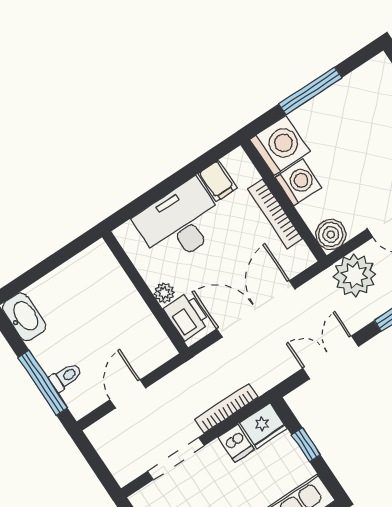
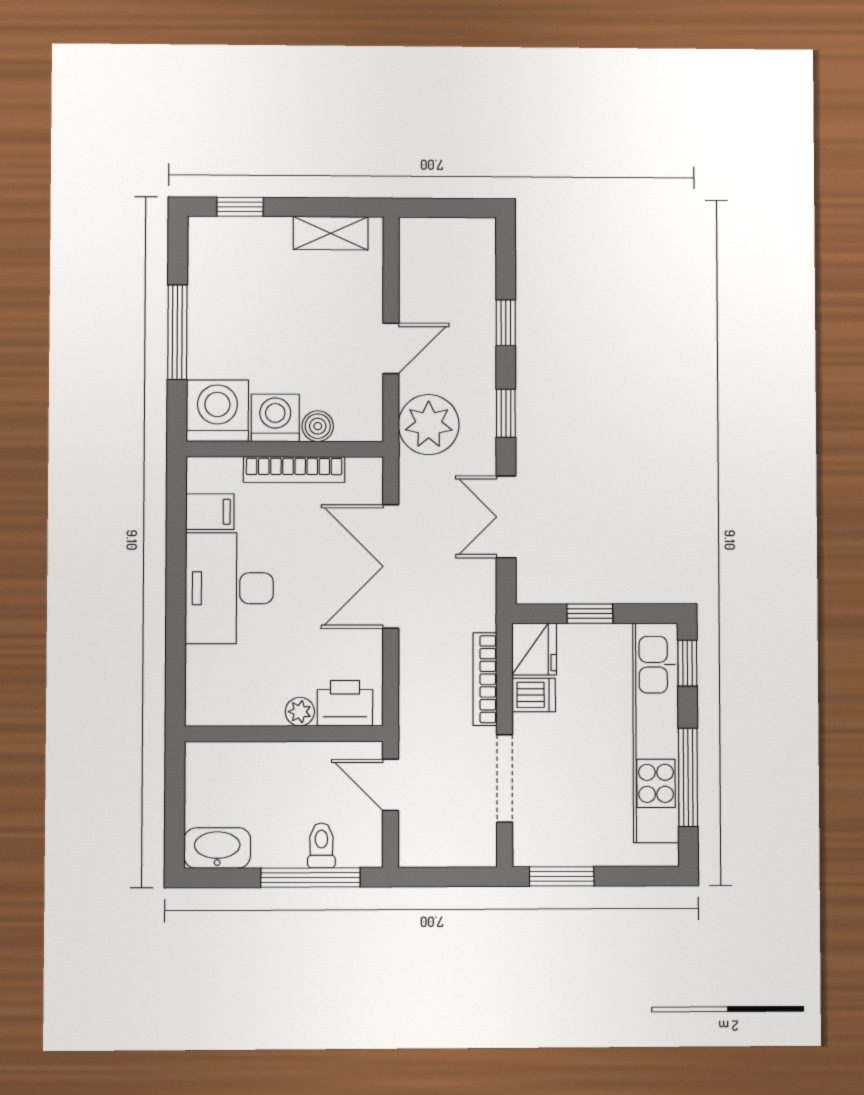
boiler: (331, 235) -> (318, 426), moved, width x0.73, depth x0.73
wall: (145, 292) -> (284, 734), moved
plant: (164, 293) -> (300, 712), moved
printer: (187, 316) -> (345, 703), moved

